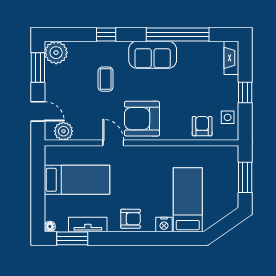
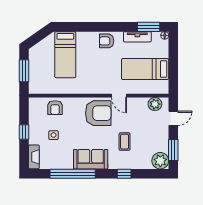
door: (38, 111) -> (173, 118), swing flipped
side table: (228, 117) -> (54, 135), moved
nightstand: (164, 224) -> (82, 37), removed

